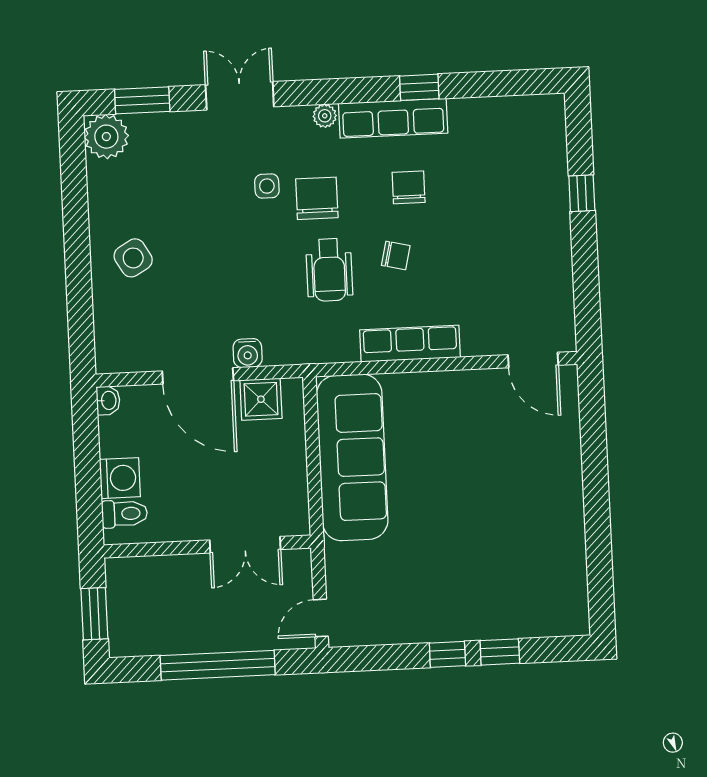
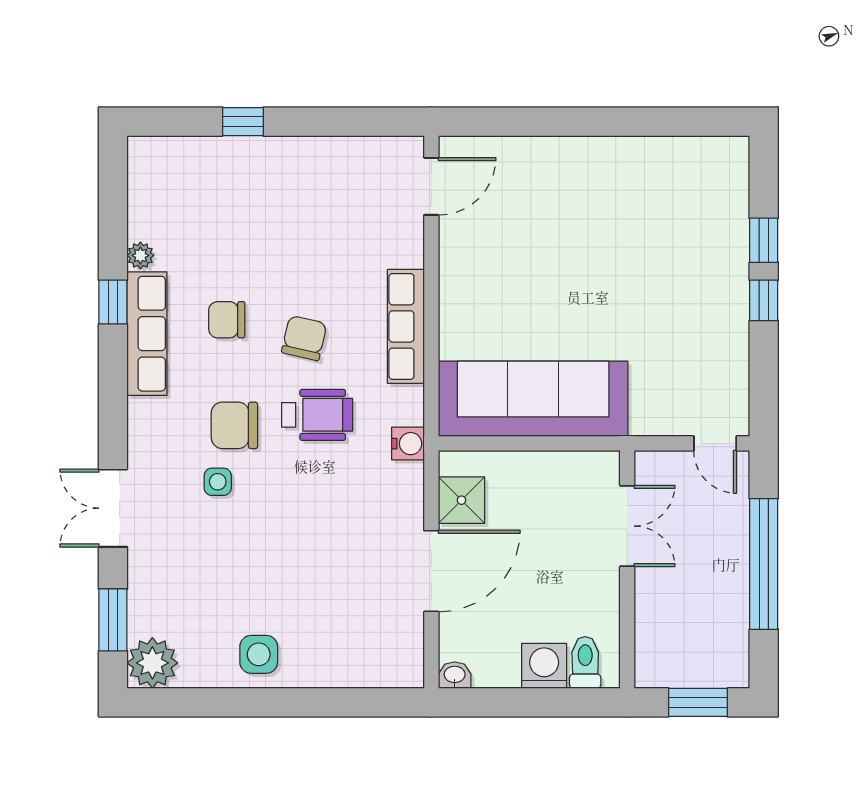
plant: (325, 116) -> (140, 255), moved
chair: (396, 255) -> (304, 338), width x1.37, depth x1.37
side table: (133, 258) -> (259, 654), moved, turned 30
water cooler: (248, 353) -> (408, 444), moved

